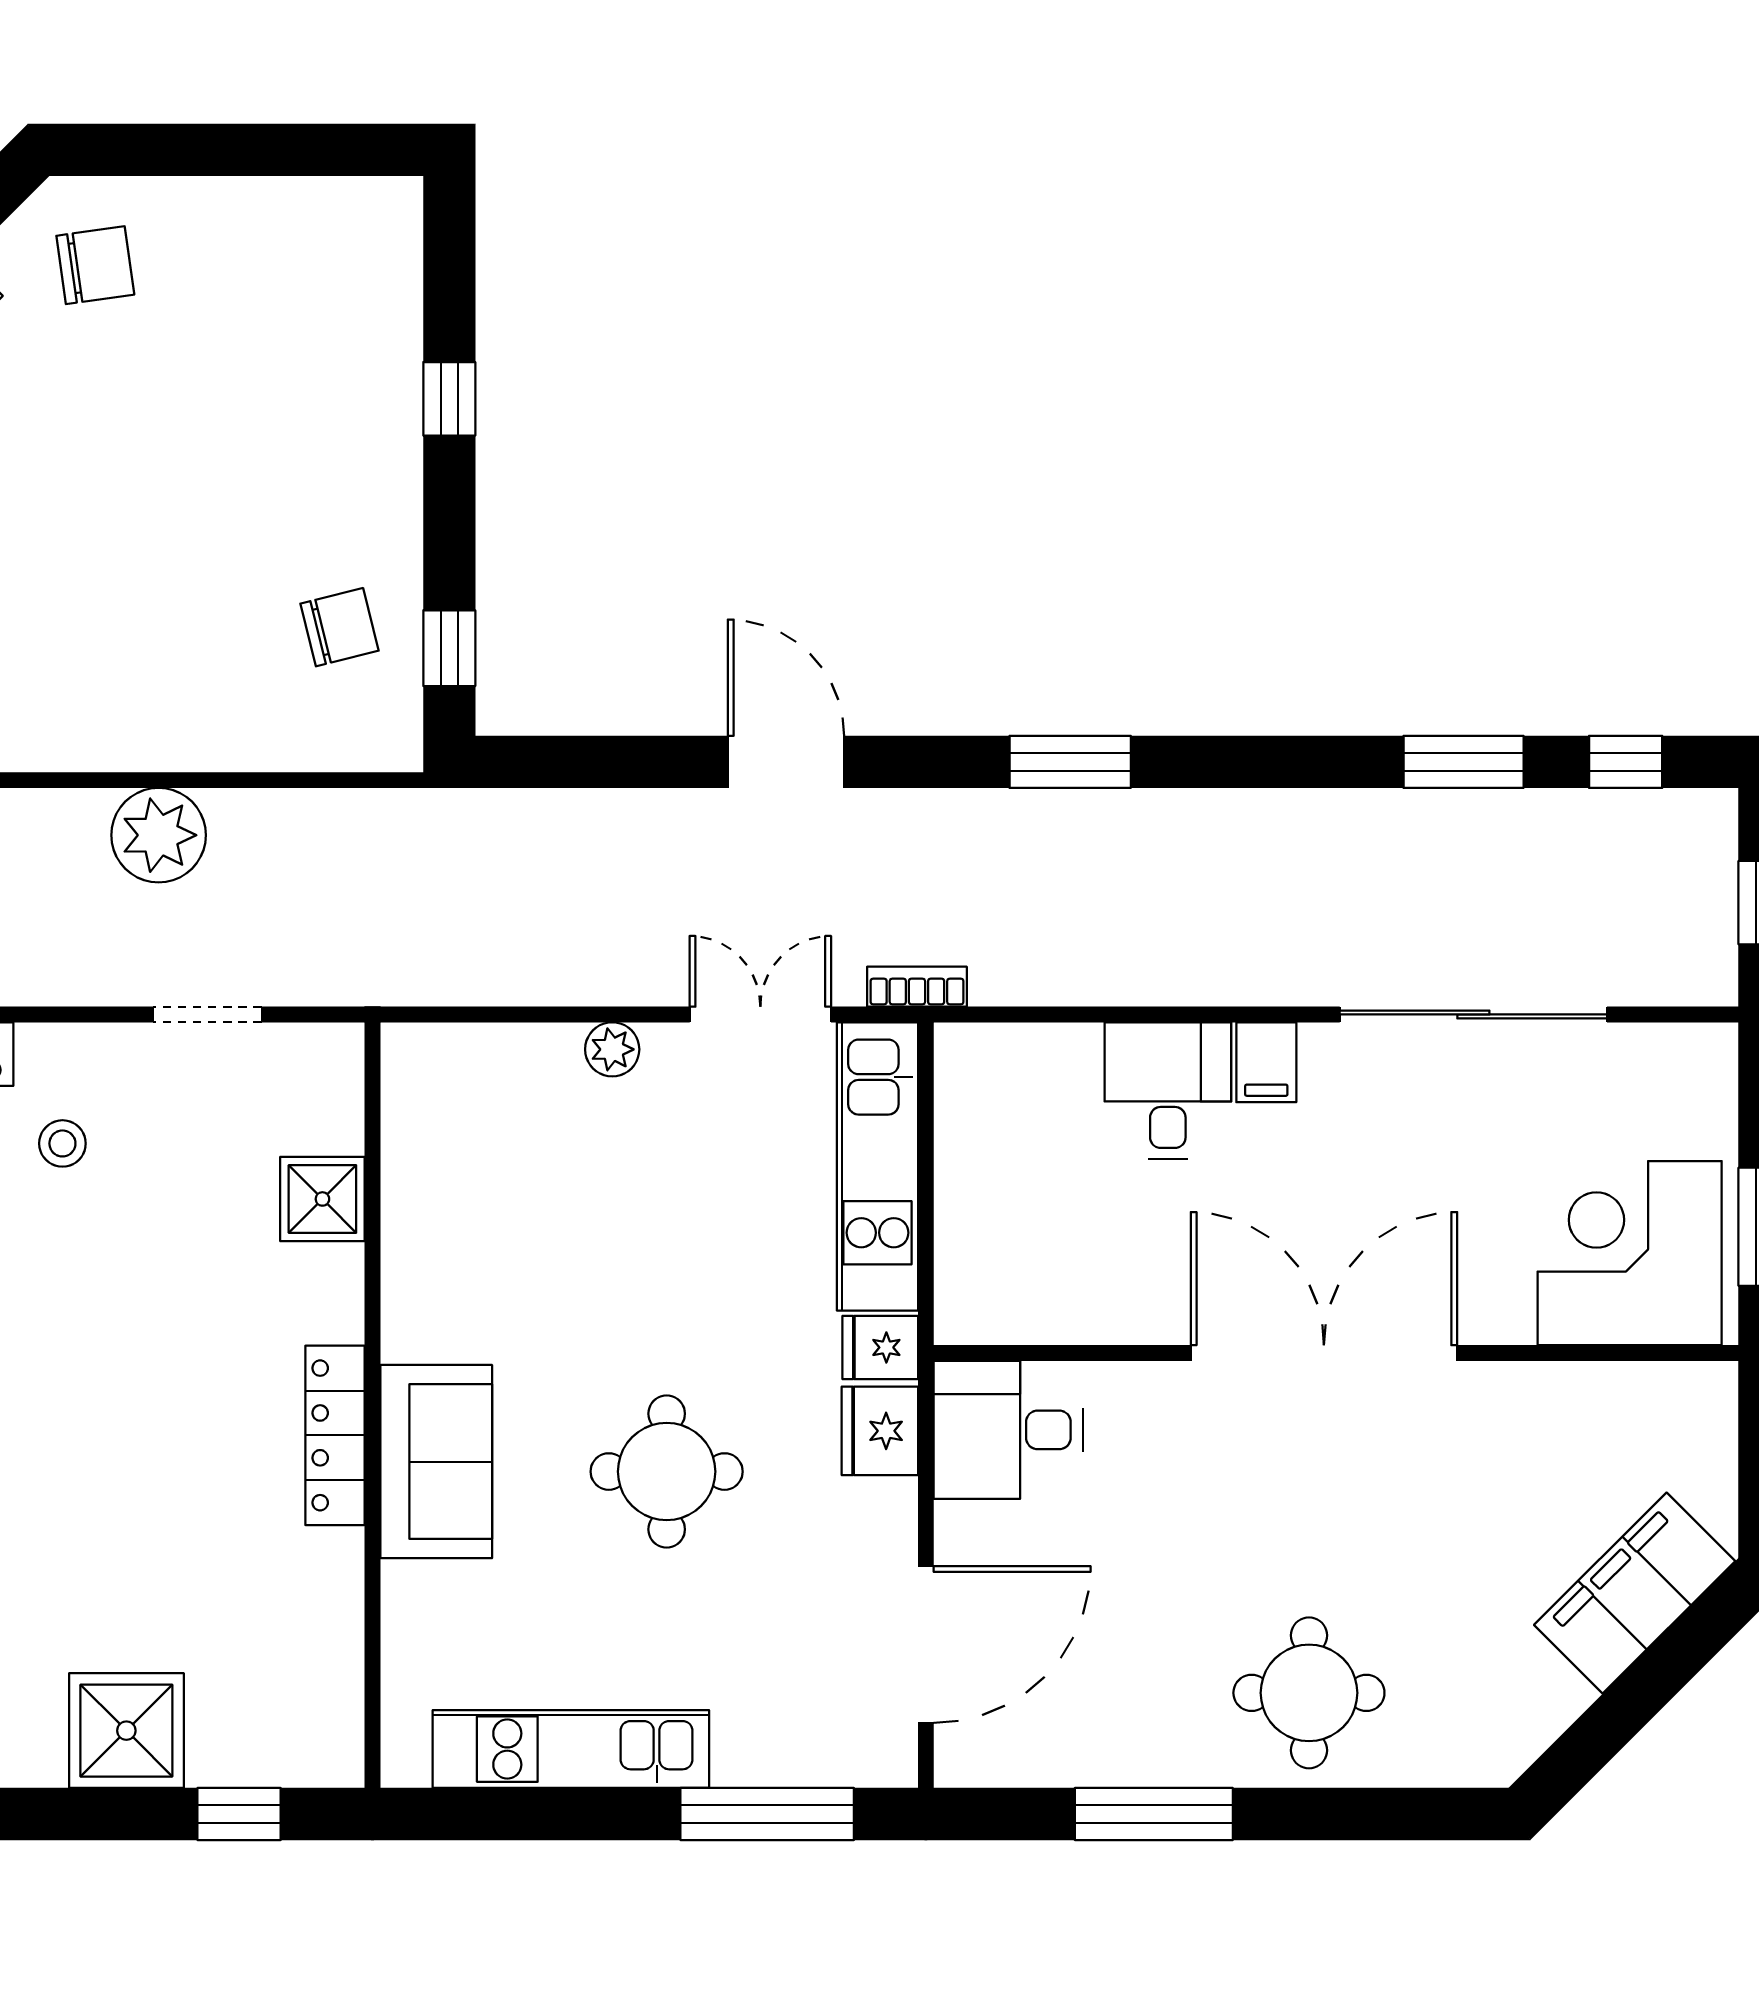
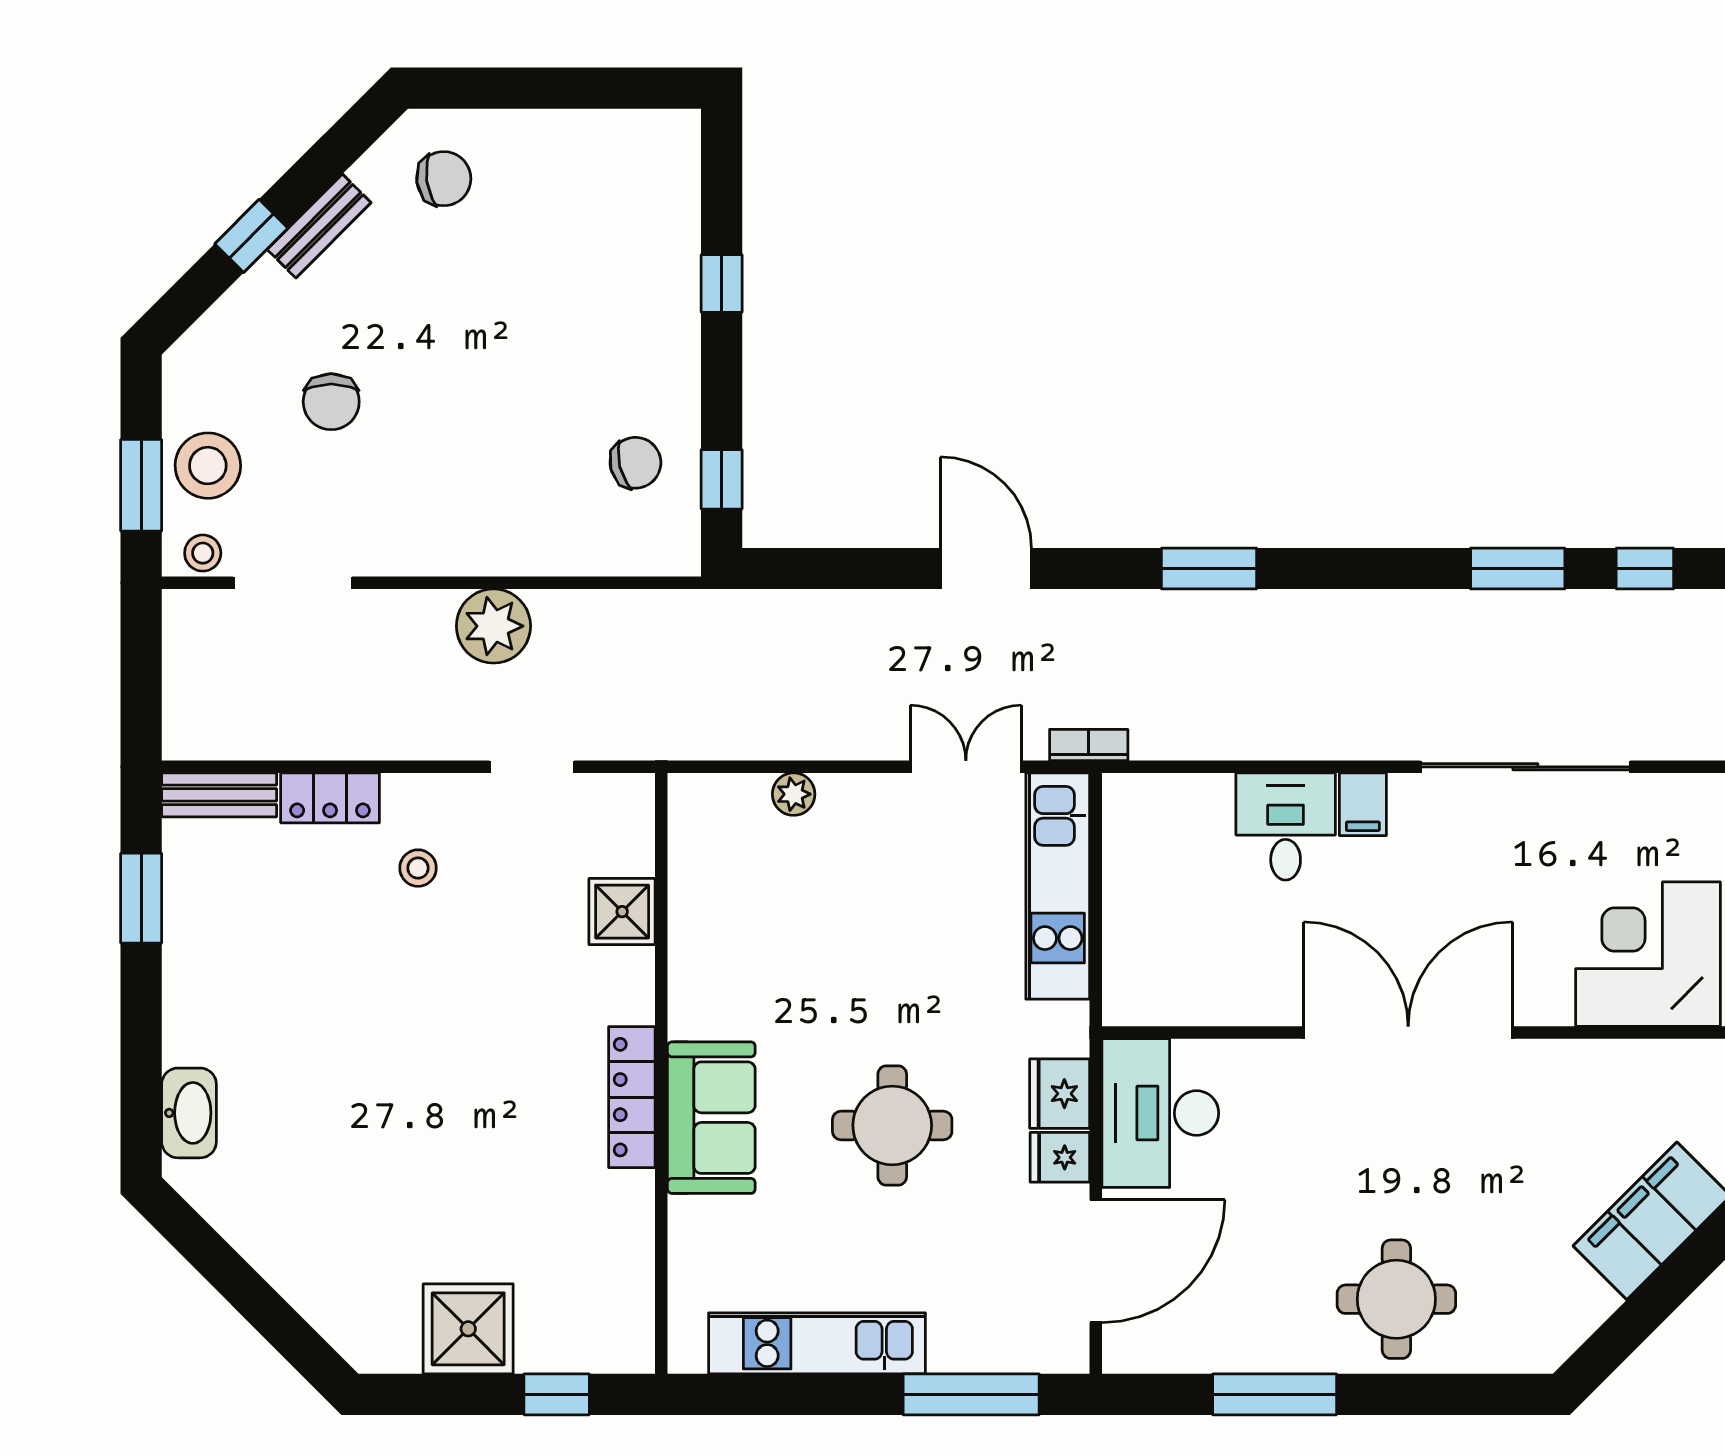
plant: (612, 1049) -> (794, 794), moved
fridge: (880, 1347) -> (1060, 1157), moved
desk: (1008, 1430) -> (1160, 1113), width x1.37

